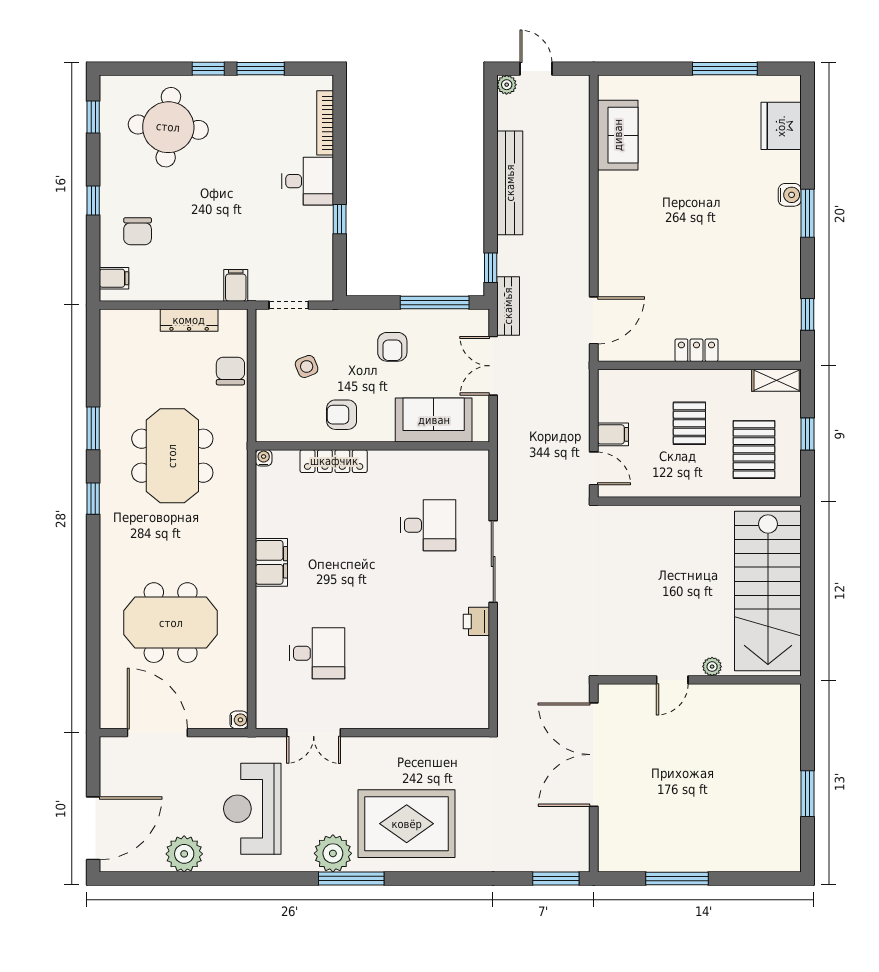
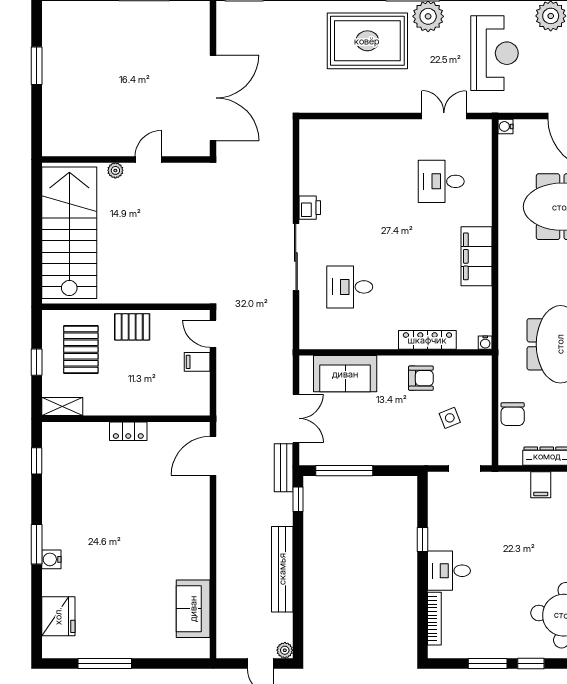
filing cabinet: (236, 285) -> (541, 485), moved
armchair: (392, 347) -> (379, 434), removed
pallet: (689, 423) -> (132, 327), moved, turned 90
filing cabinet: (271, 562) -> (477, 256), width x1.50, depth x1.17

